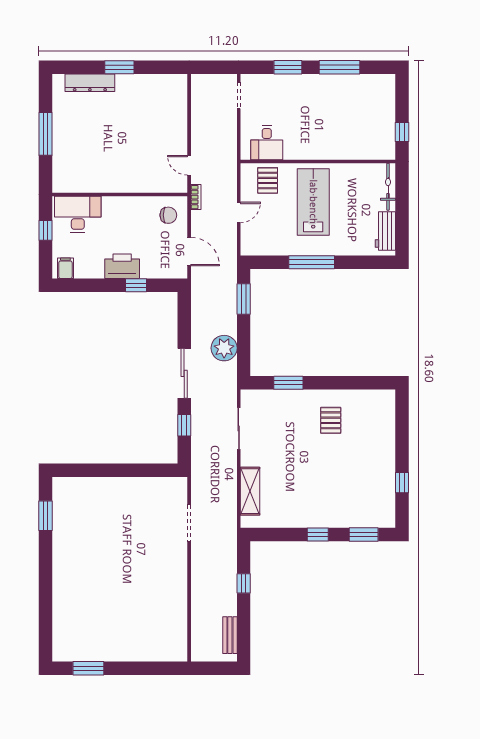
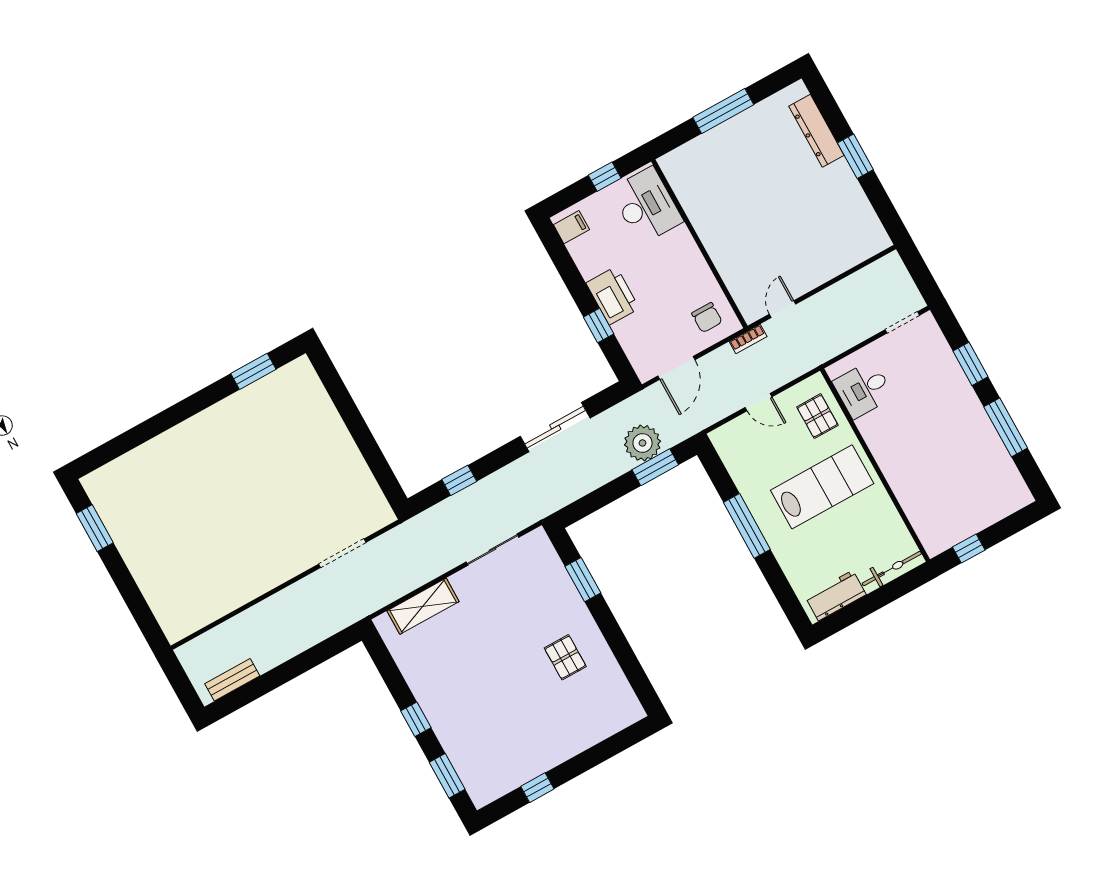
pallet: (268, 180) -> (817, 416), turned 90
plant: (224, 348) -> (642, 443), moved
sliding door: (184, 373) -> (555, 427), moved
pallet: (331, 420) -> (565, 657), turned 90
window: (244, 583) -> (305, 661), removed

